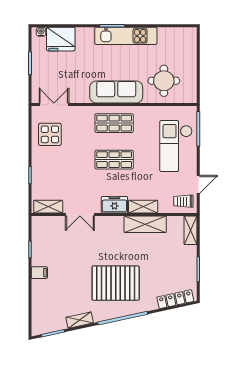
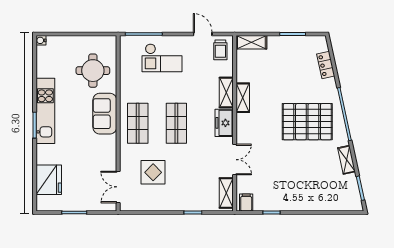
water cooler: (41, 32) -> (41, 40), moved
sofa: (116, 92) -> (105, 114), width x0.73
display table: (50, 134) -> (153, 172), moved
checkout: (176, 146) -> (162, 58), width x0.73, depth x0.83
shelving: (145, 224) -> (243, 98), width x0.67, depth x0.75
filing cabinet: (39, 273) -> (246, 202), moved
pallet: (116, 283) -> (307, 122), turned 90
locker: (175, 299) -> (326, 65), width x0.66

